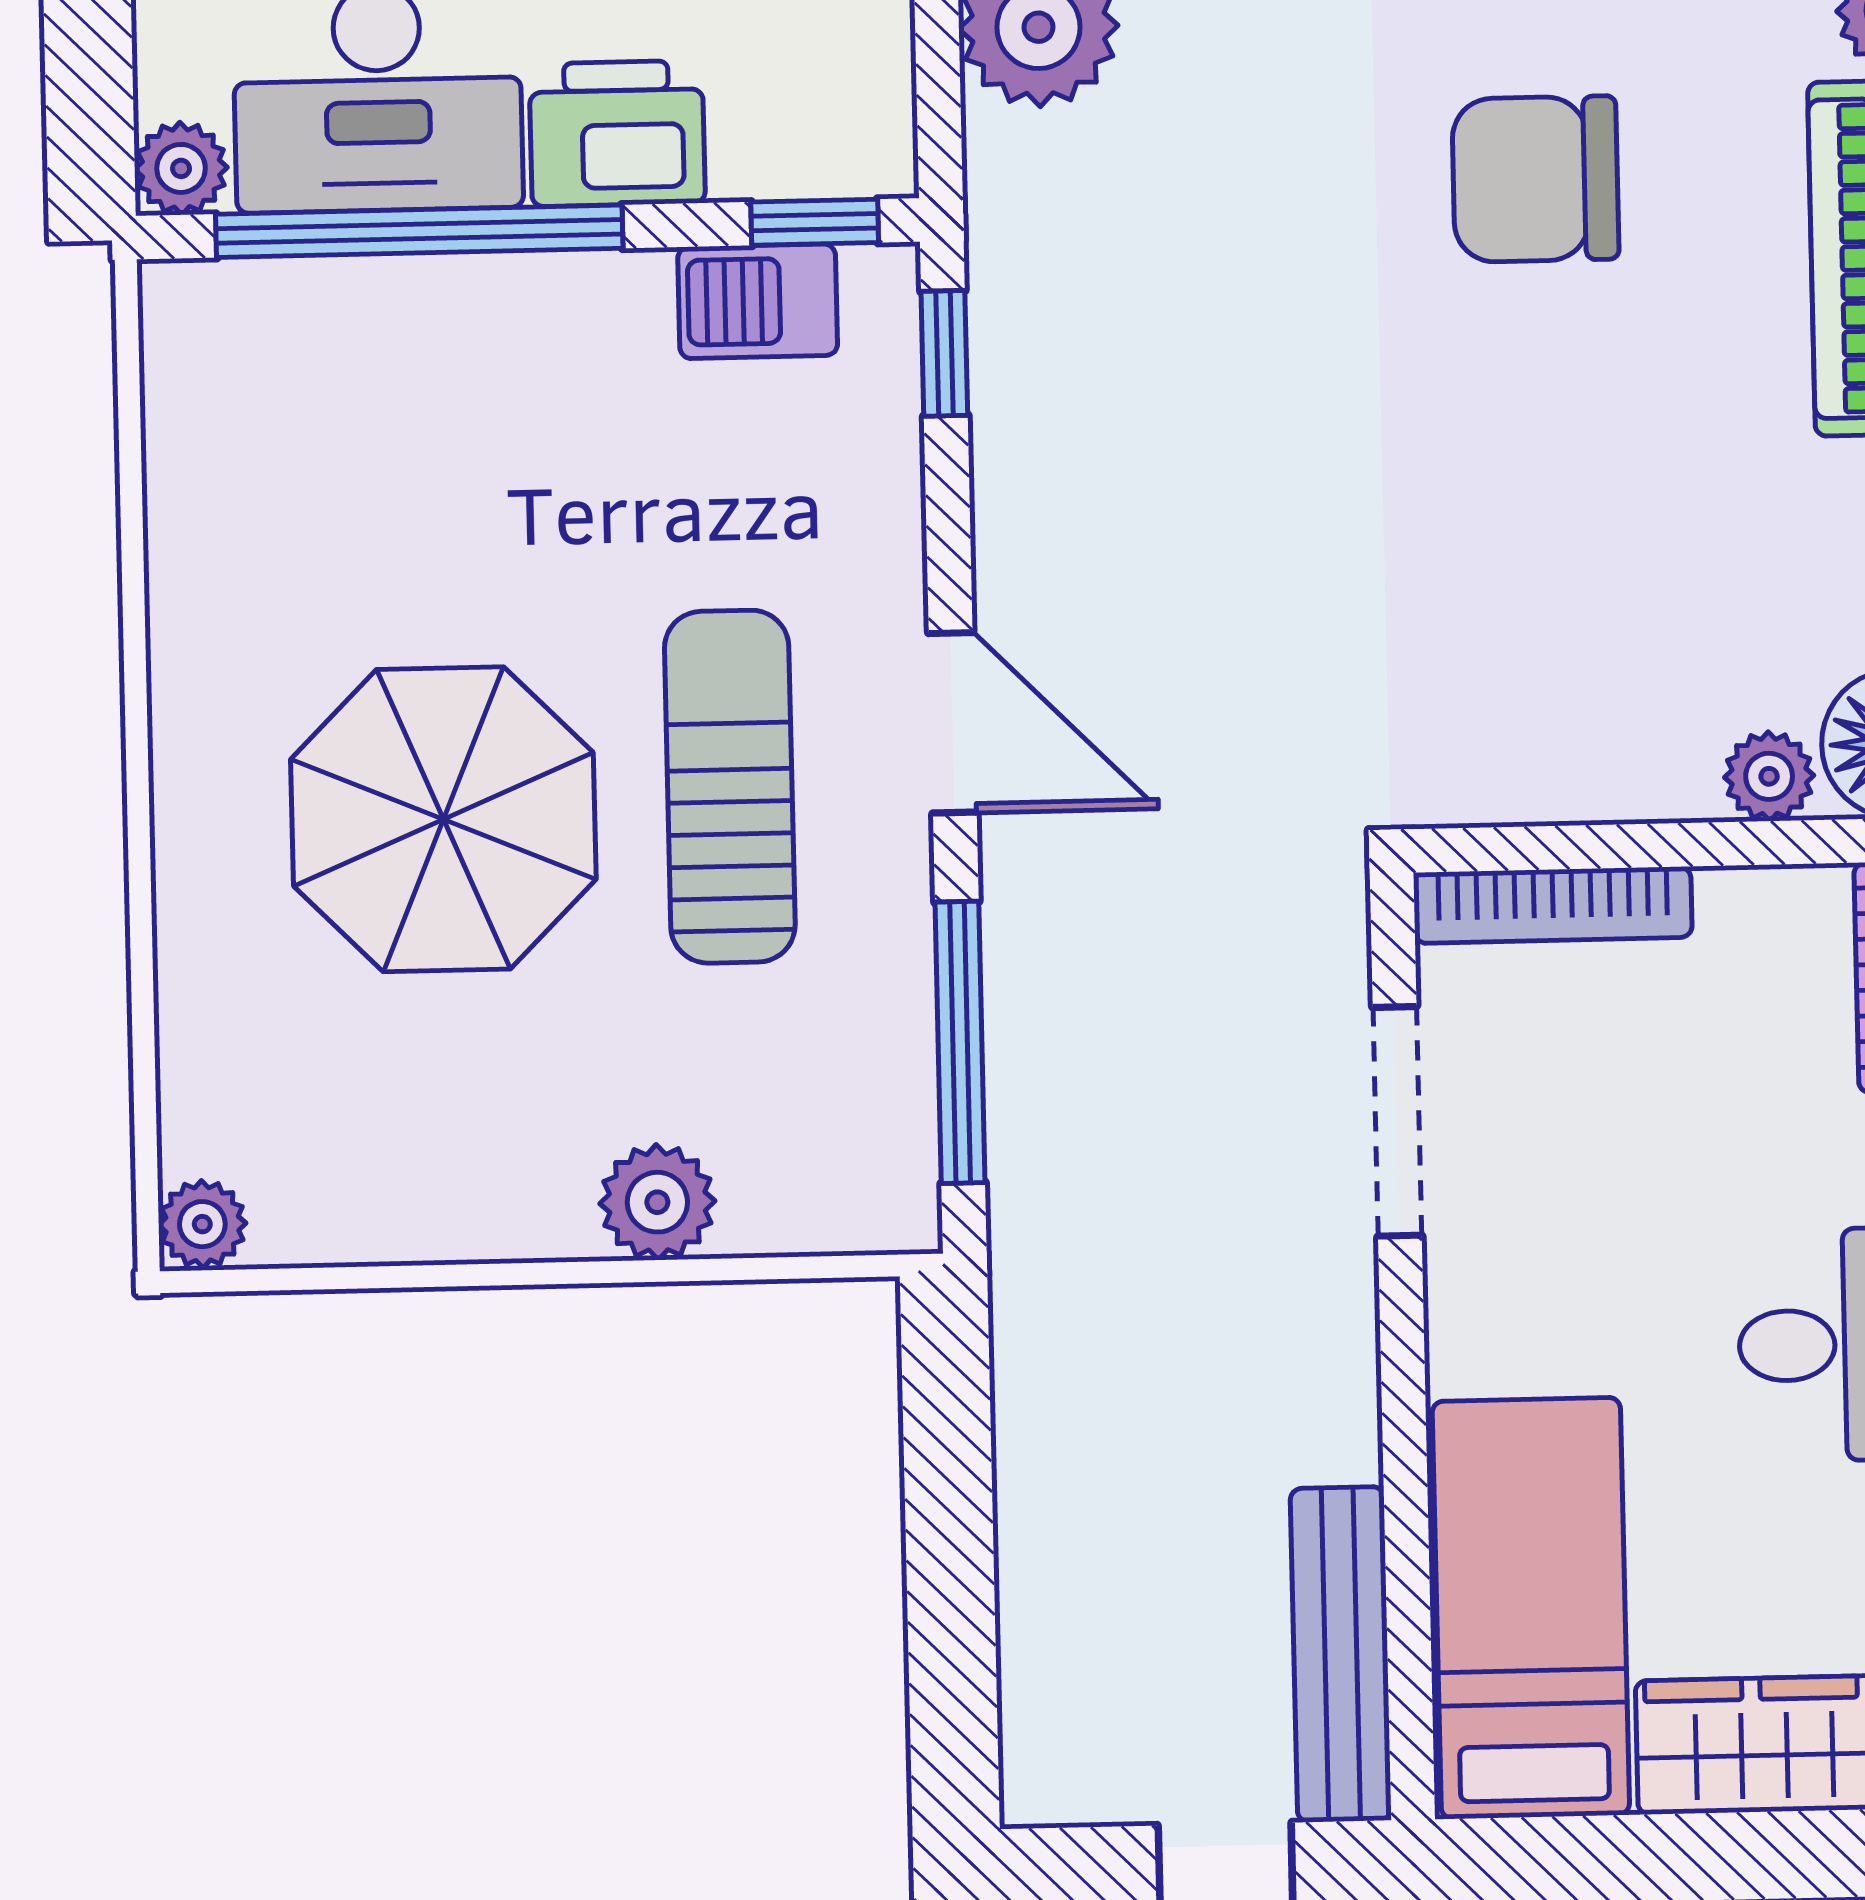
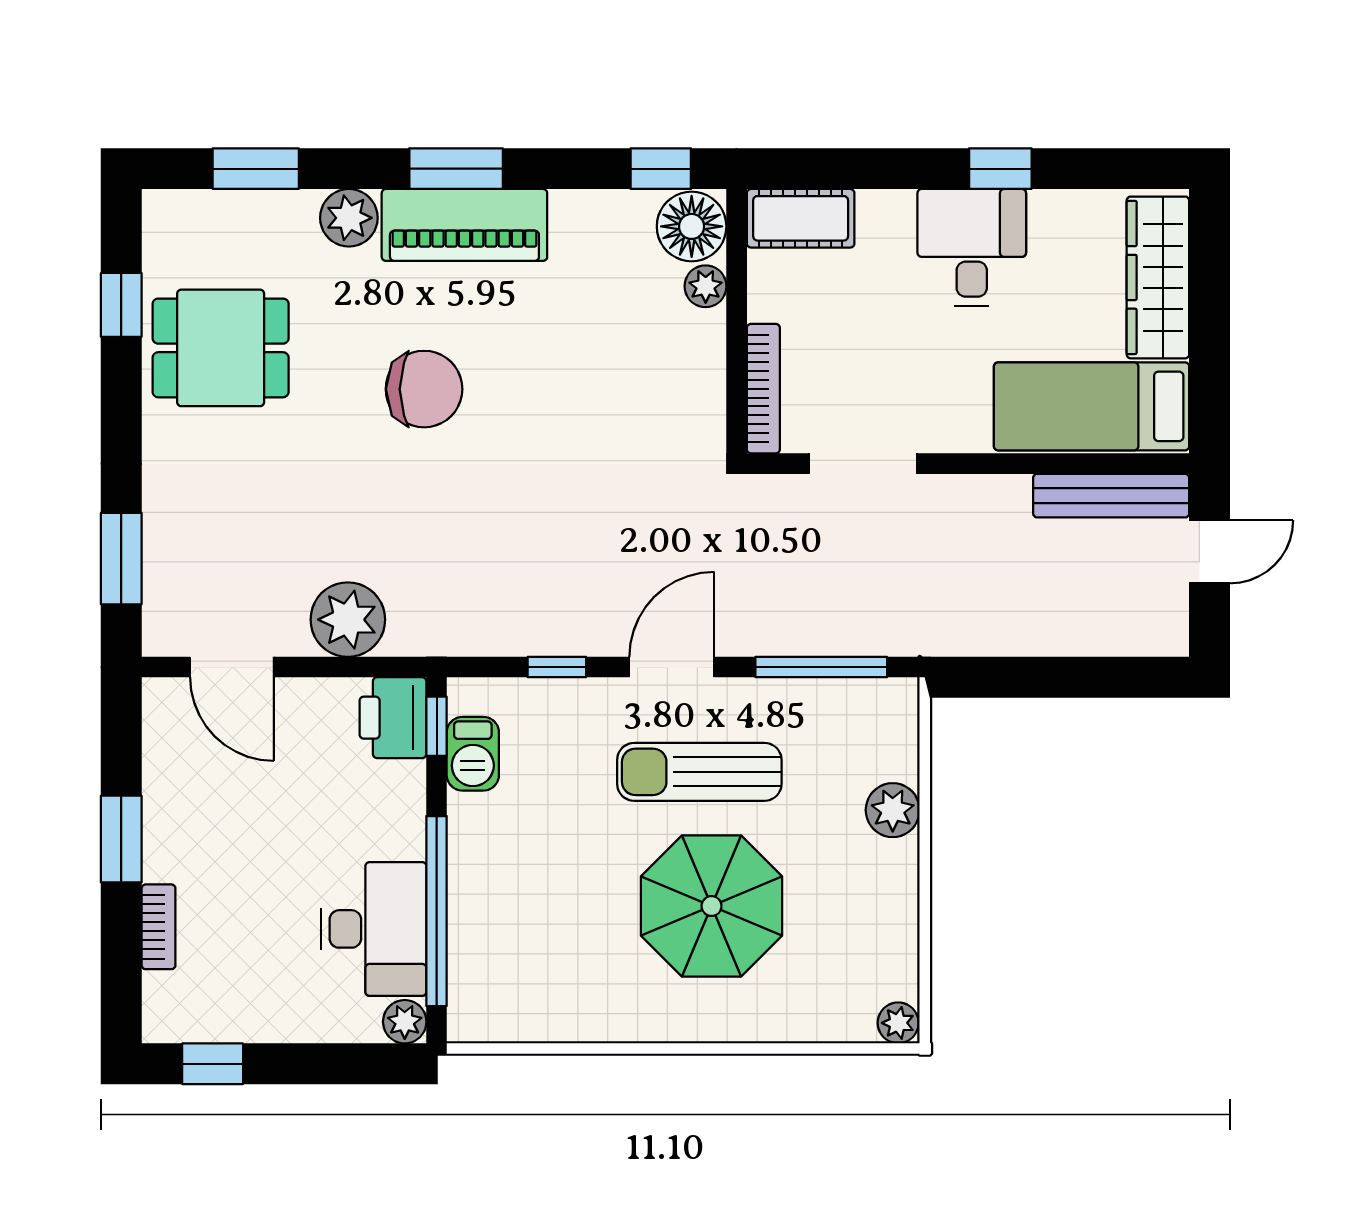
printer: (617, 133) -> (393, 718), moved
chair: (1535, 179) -> (424, 389), turned -90
window: (944, 353) -> (557, 667), moved

